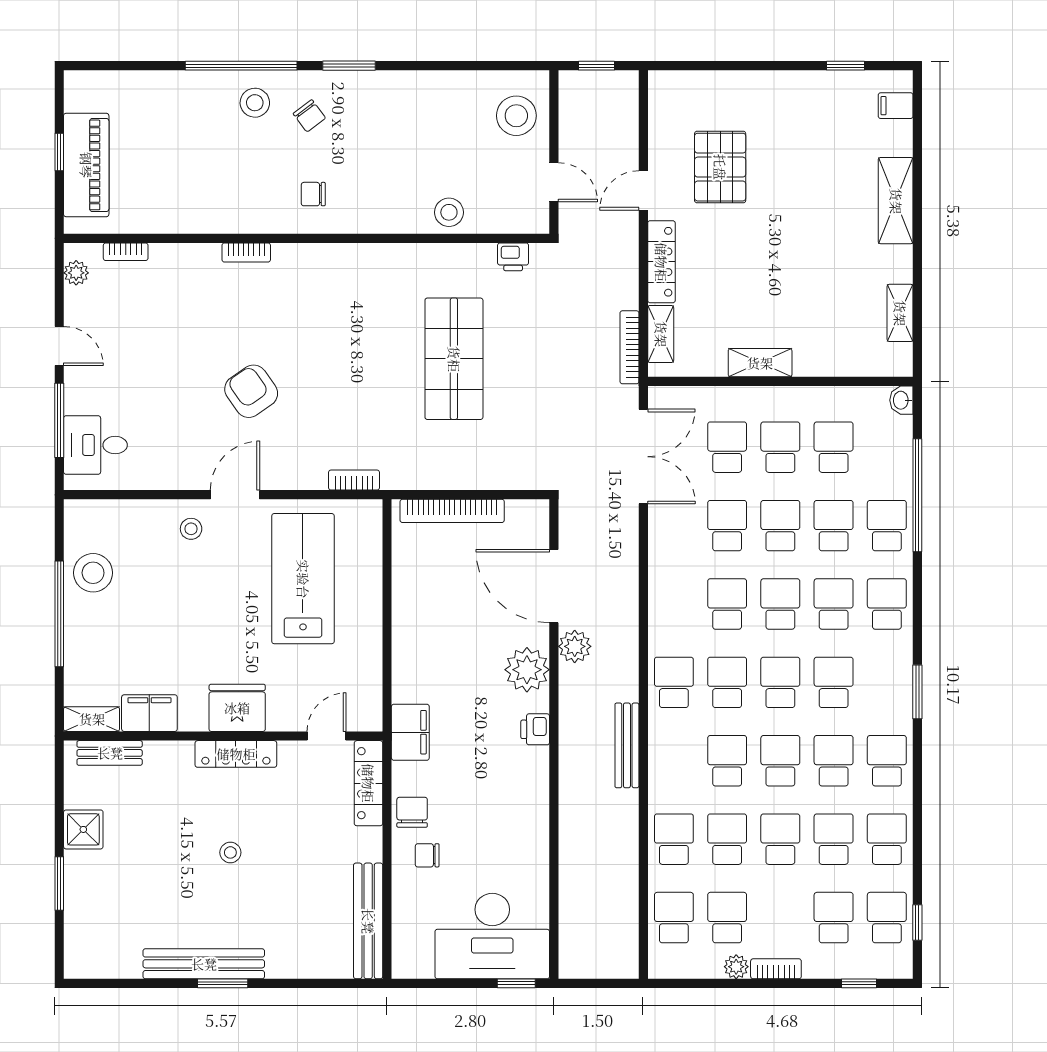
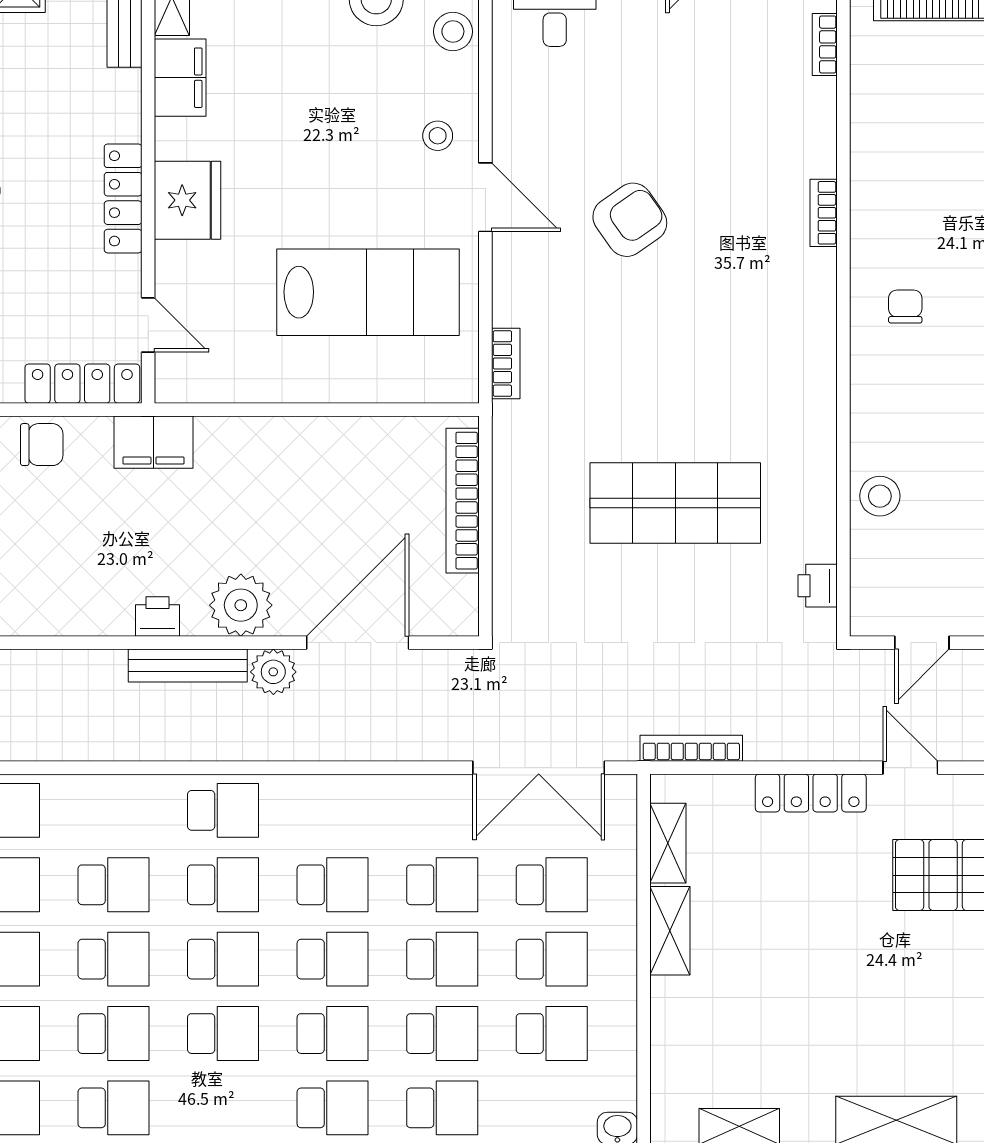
shelving: (661, 334) -> (668, 843), moved, turned 90
stool: (116, 518) -> (453, 31), added
bench: (627, 745) -> (188, 666), moved

